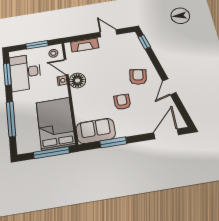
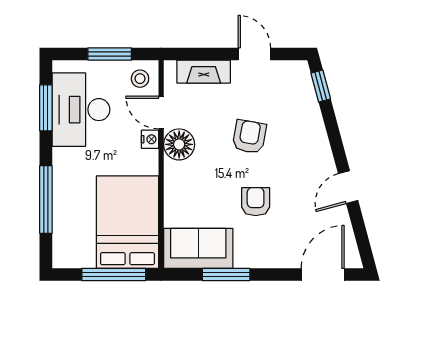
armchair: (138, 77) -> (249, 137), moved

